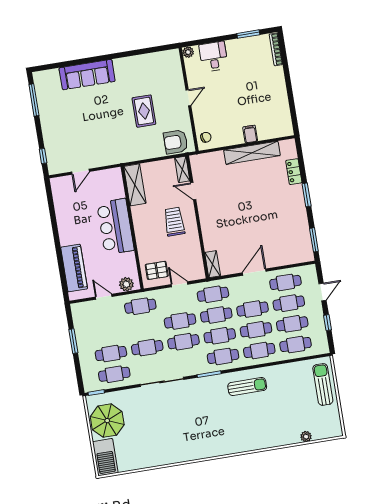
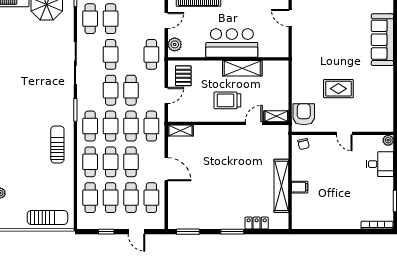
shelving: (135, 185) -> (242, 68), moved
trolley: (174, 222) -> (227, 100), turned 180
sun lounger: (247, 387) -> (57, 144), turned 180

